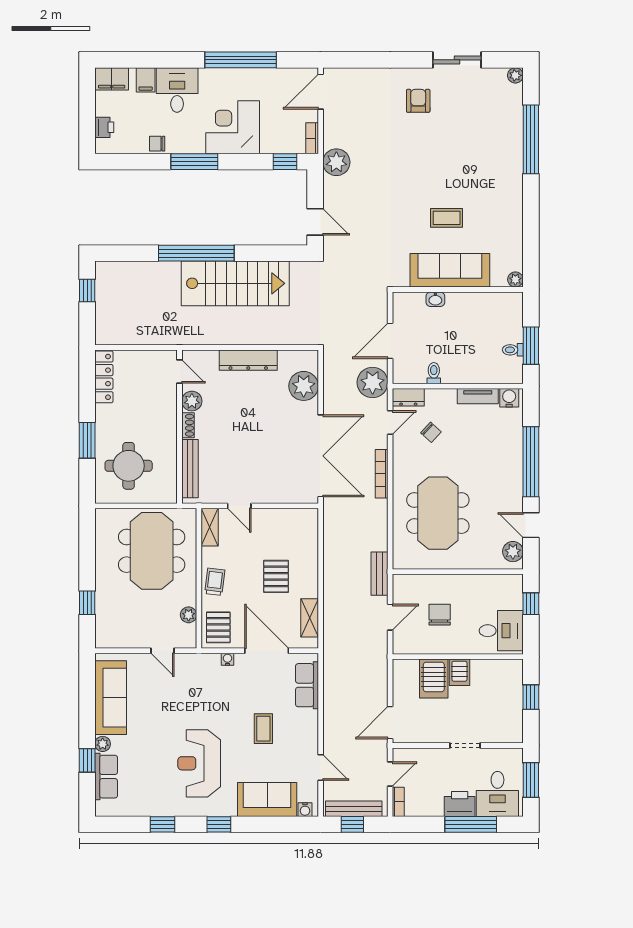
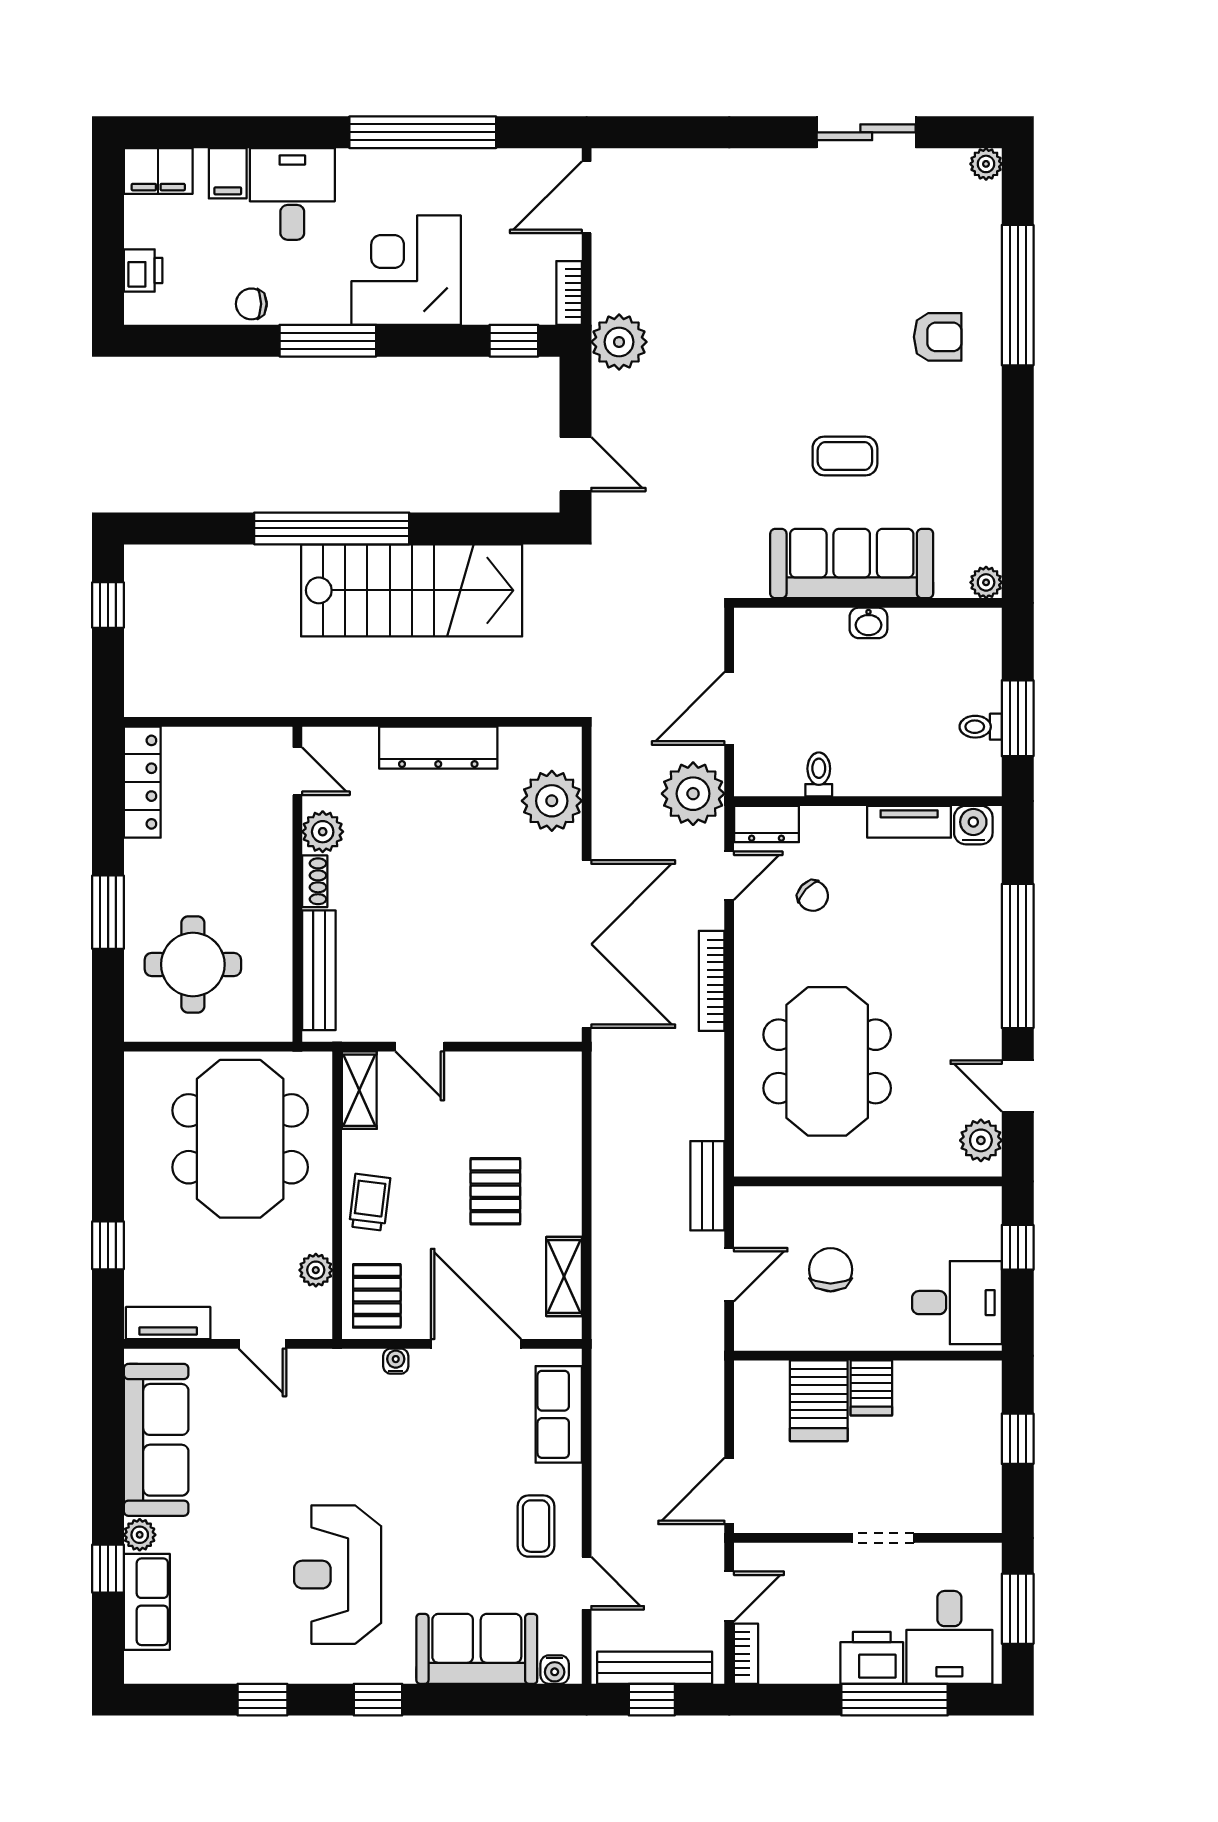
armchair: (418, 101) -> (938, 337), moved, turned 90
washbasin: (435, 299) -> (868, 623), moved
tv unit: (117, 641) -> (168, 1323), added
coffee table: (263, 729) -> (536, 1526), moved

